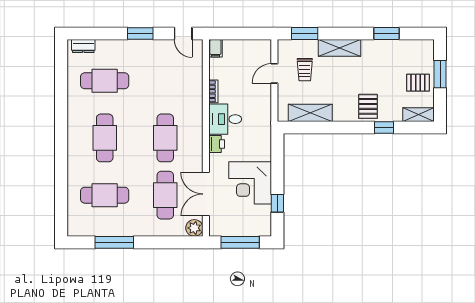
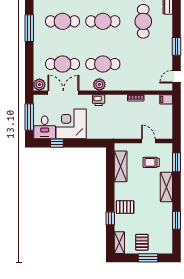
desk: (225, 119) -> (45, 127), moved, turned 180
plant: (194, 143) -> (99, 84), added
cafe table: (105, 195) -> (63, 21), turned 90

